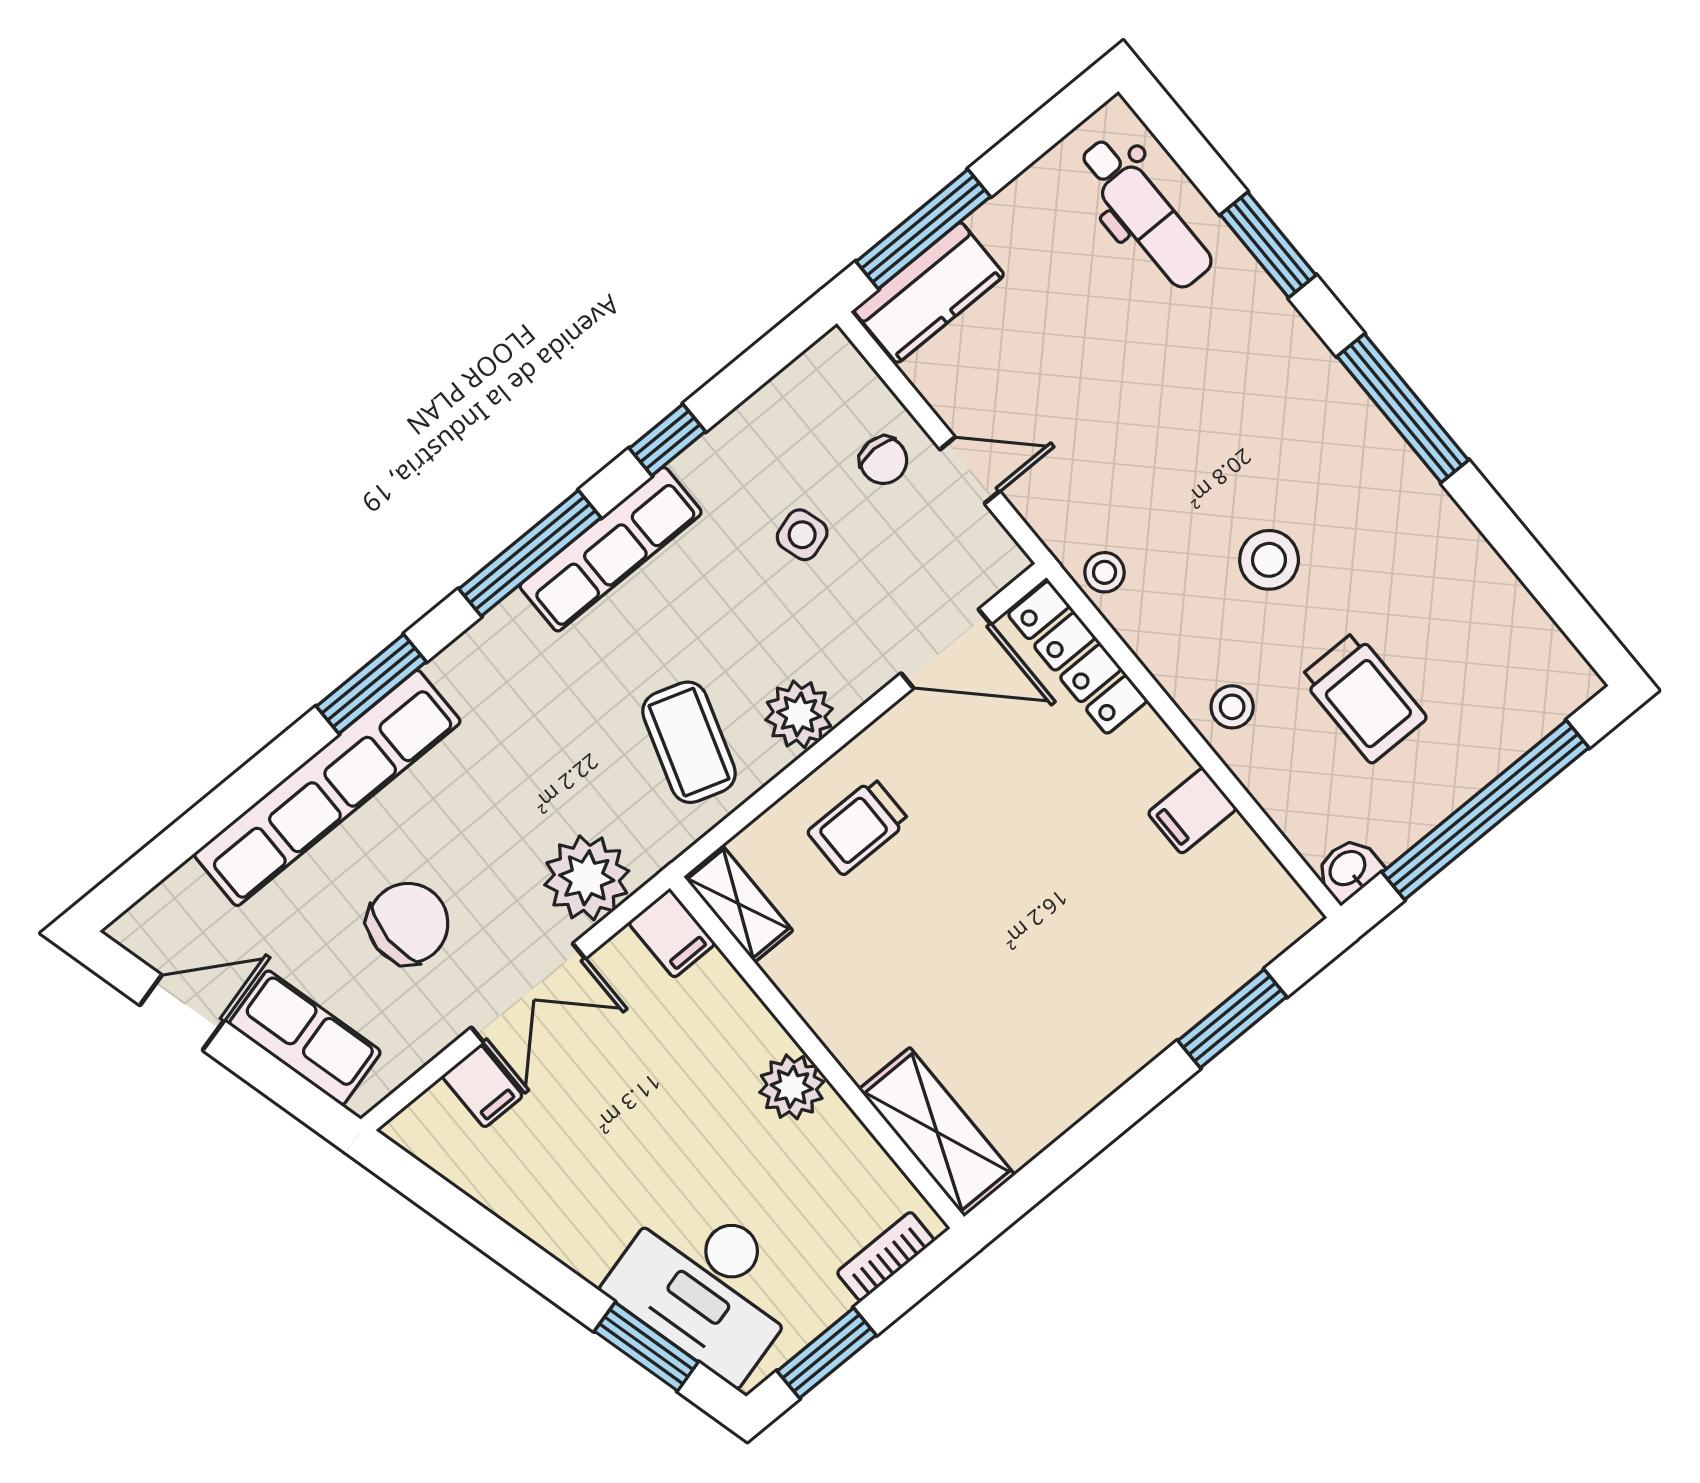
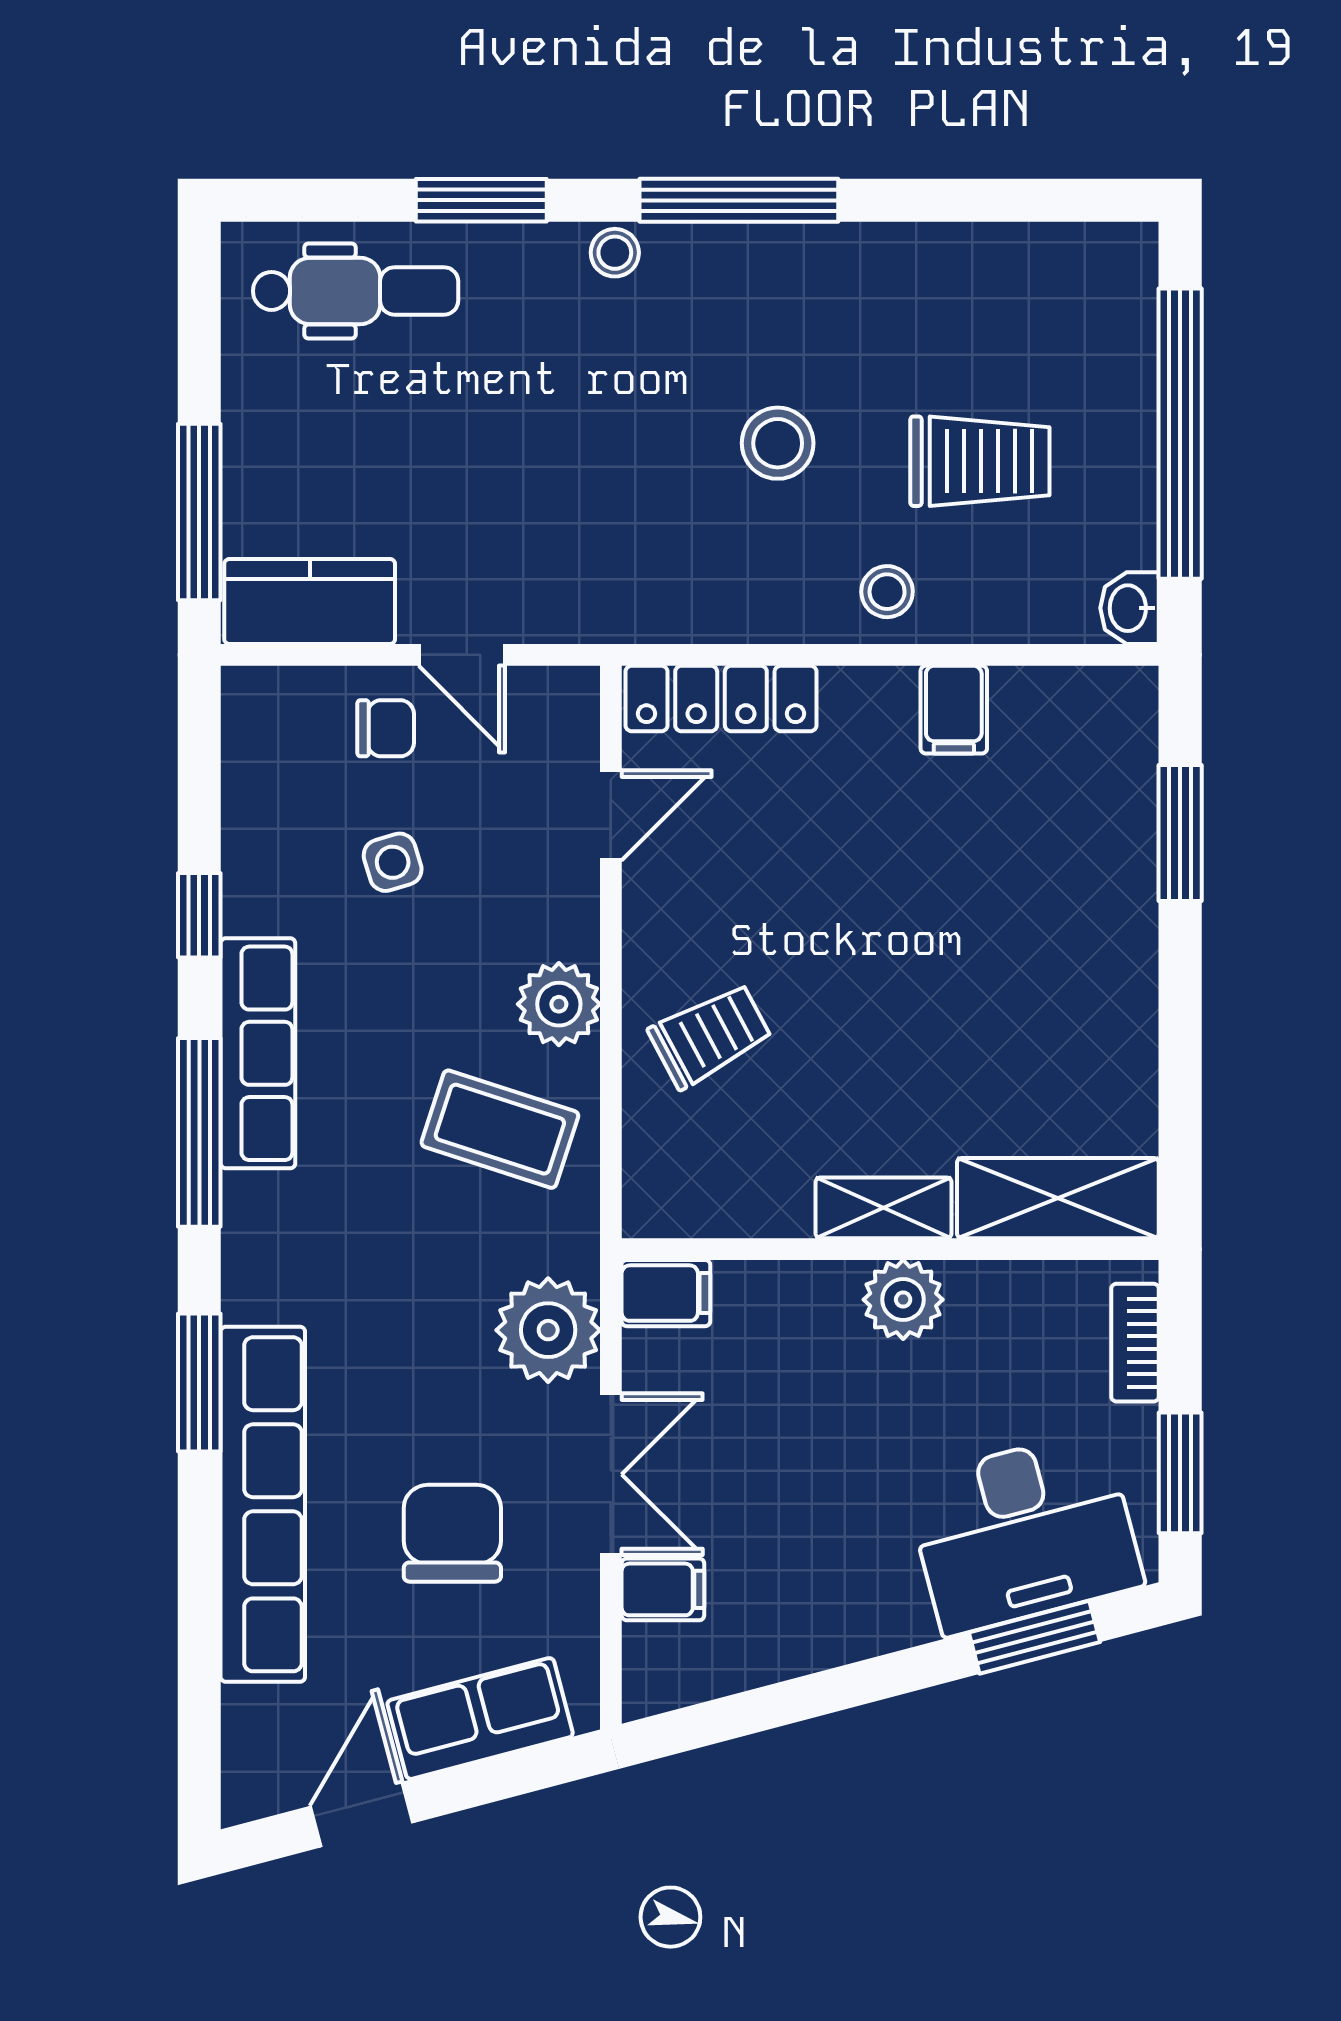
kitchen counter: (929, 293) -> (310, 602), moved, turned -90
door: (970, 470) -> (462, 655), swing flipped
stool: (1105, 572) -> (615, 253), moved
door: (946, 649) -> (611, 815), width x0.73
trolley: (858, 826) -> (710, 1035), turned -118
shelving: (738, 904) -> (884, 1208), moved

